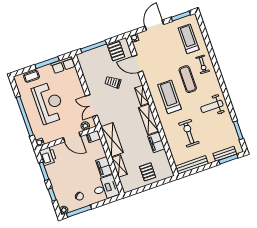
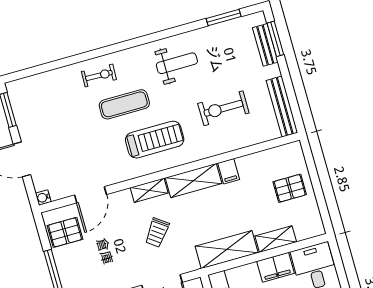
treadmill: (189, 39) -> (50, 98), removed
trolley: (113, 82) -> (157, 233), moved
treadmill: (170, 97) -> (155, 140), turned 180
weight bench: (212, 106) -> (177, 63), turned -90
filing cabinet: (156, 142) -> (229, 171), width x0.50

